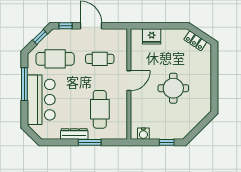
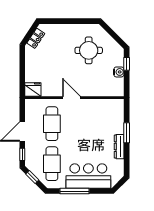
fridge: (152, 36) -> (33, 89), moved, turned -90
cafe table: (100, 59) -> (52, 124), width x1.37, depth x1.35
round table: (173, 88) -> (89, 50), moved
cafe table: (100, 109) -> (97, 124), removed
water cooler: (143, 134) -> (119, 72), moved

